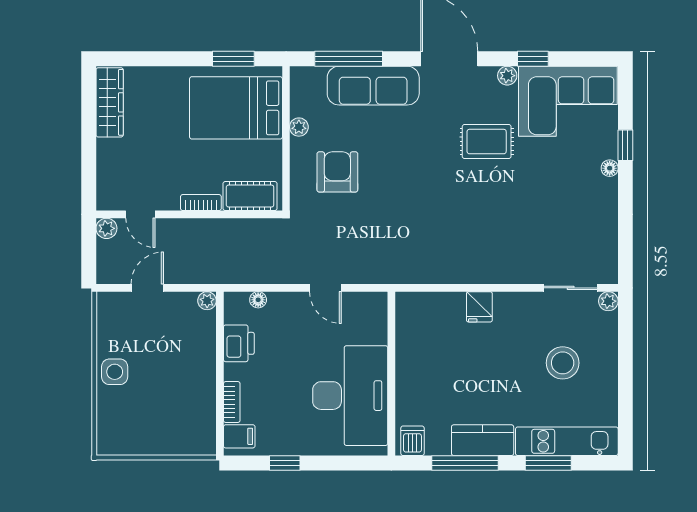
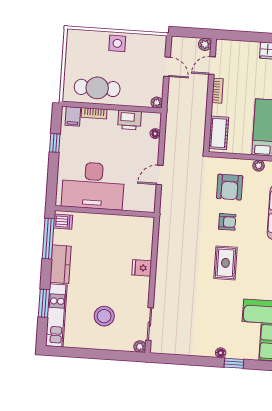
rug: (487, 142) -> (225, 263), moved
armchair: (337, 172) -> (230, 187), turned 90
armchair: (395, 172) -> (227, 222), added
bookcase: (201, 203) -> (217, 91), moved
cafe table: (190, 400) -> (97, 88), added
window: (465, 463) -> (48, 239), moved

